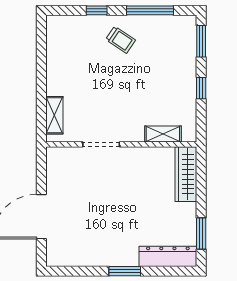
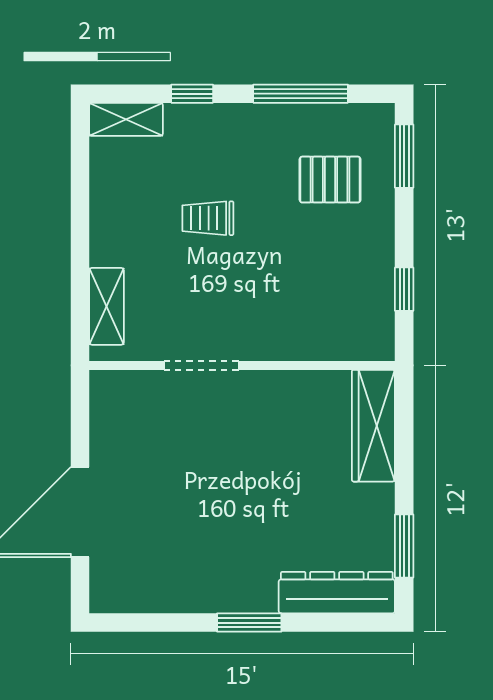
trolley: (121, 40) -> (208, 218), moved, turned 146
pallet: (165, 53) -> (330, 180), added
window: (201, 88) -> (404, 289), moved
shelving: (163, 134) -> (126, 119), moved

